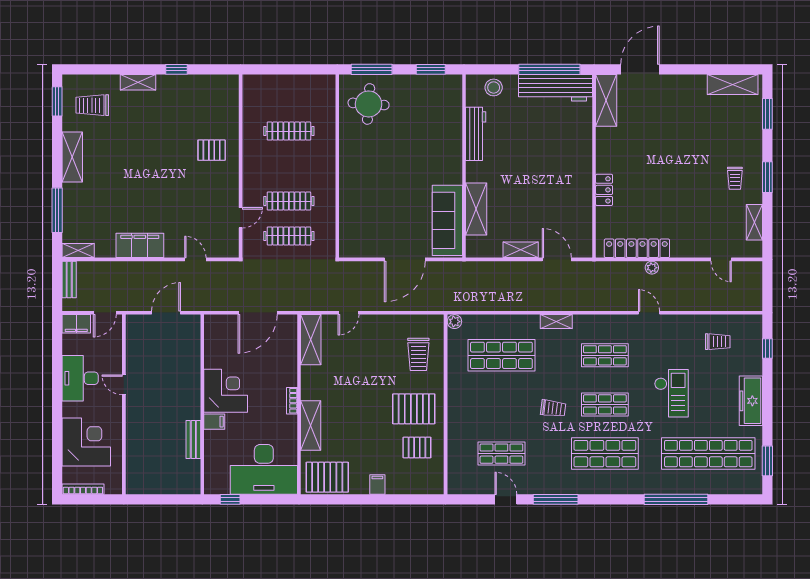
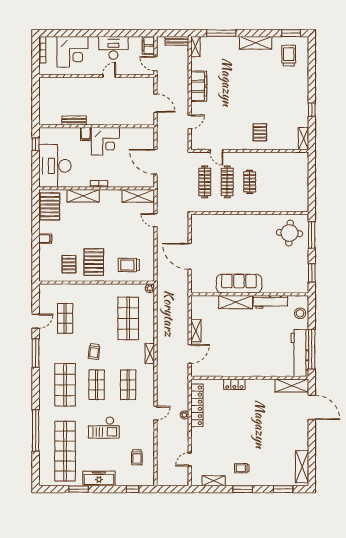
shelving: (138, 82) -> (303, 139), moved
clothes rail: (289, 131) -> (250, 182), moved, width x0.73
shelving: (476, 209) -> (236, 302), moved
sofa: (447, 220) -> (239, 284), moved
window: (767, 461) -> (79, 489), moved

